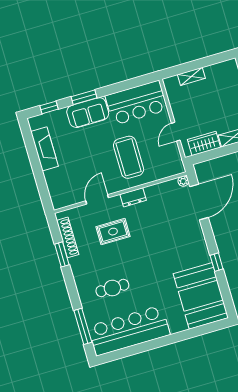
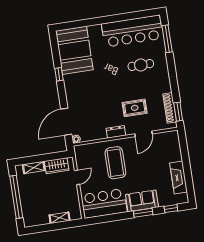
window: (62, 254) -> (178, 112), moved

